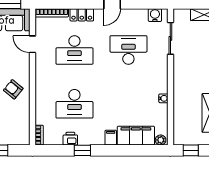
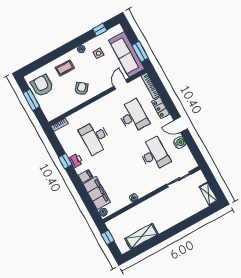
water cooler: (155, 15) -> (180, 143), moved
desk: (74, 50) -> (133, 116), turned 180
printer: (70, 139) -> (76, 160), moved

